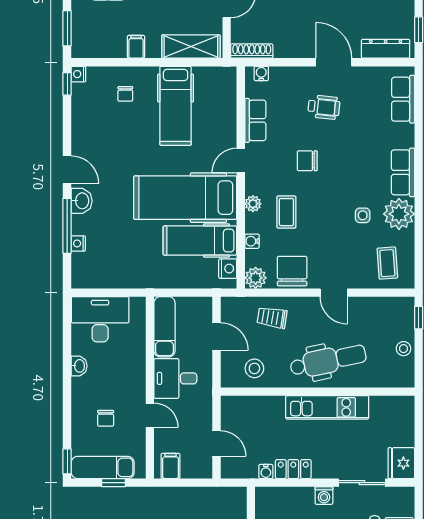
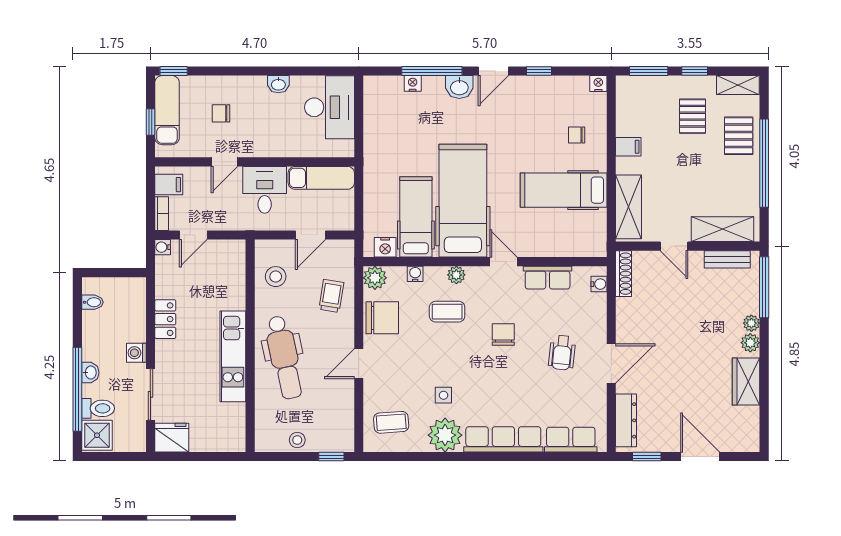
window: (67, 84) -> (539, 71), moved
row of seats: (403, 172) -> (503, 439), width x1.48
water cooler: (266, 471) -> (163, 247), moved
bookcase: (197, 472) -> (162, 214), added

